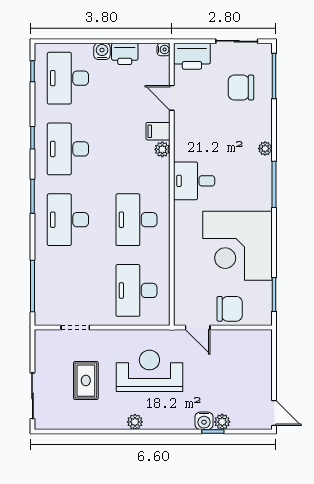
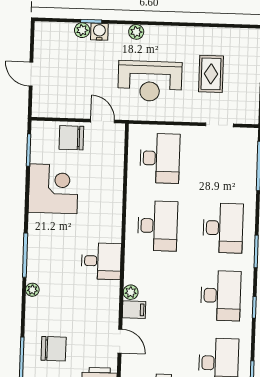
corner desk: (238, 246) -> (53, 189), width x0.74, depth x0.74
door: (274, 413) -> (31, 74), moved
plant: (135, 422) -> (136, 32), moved

